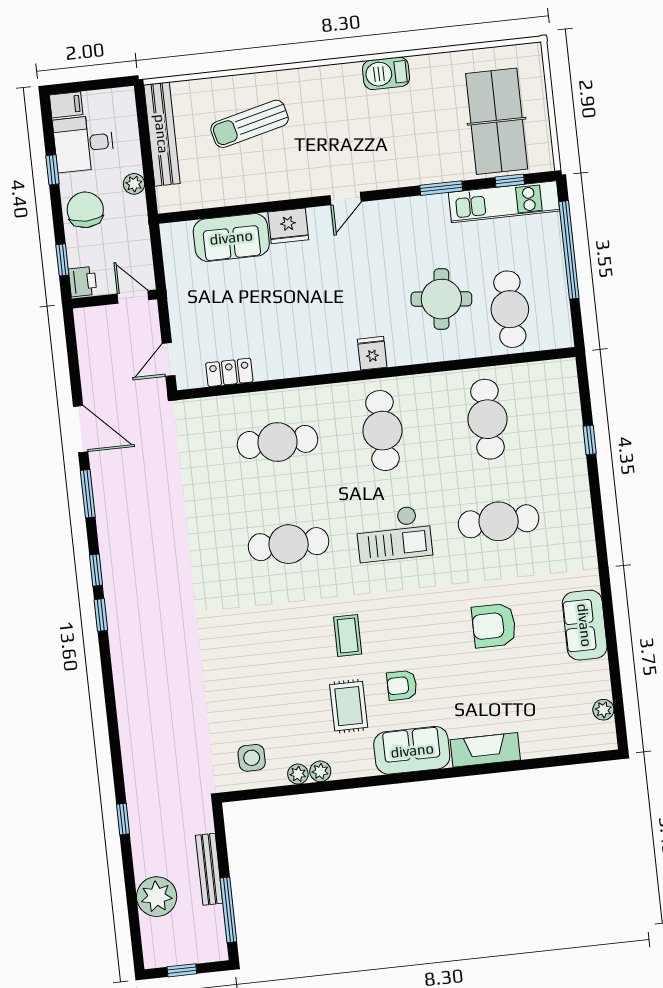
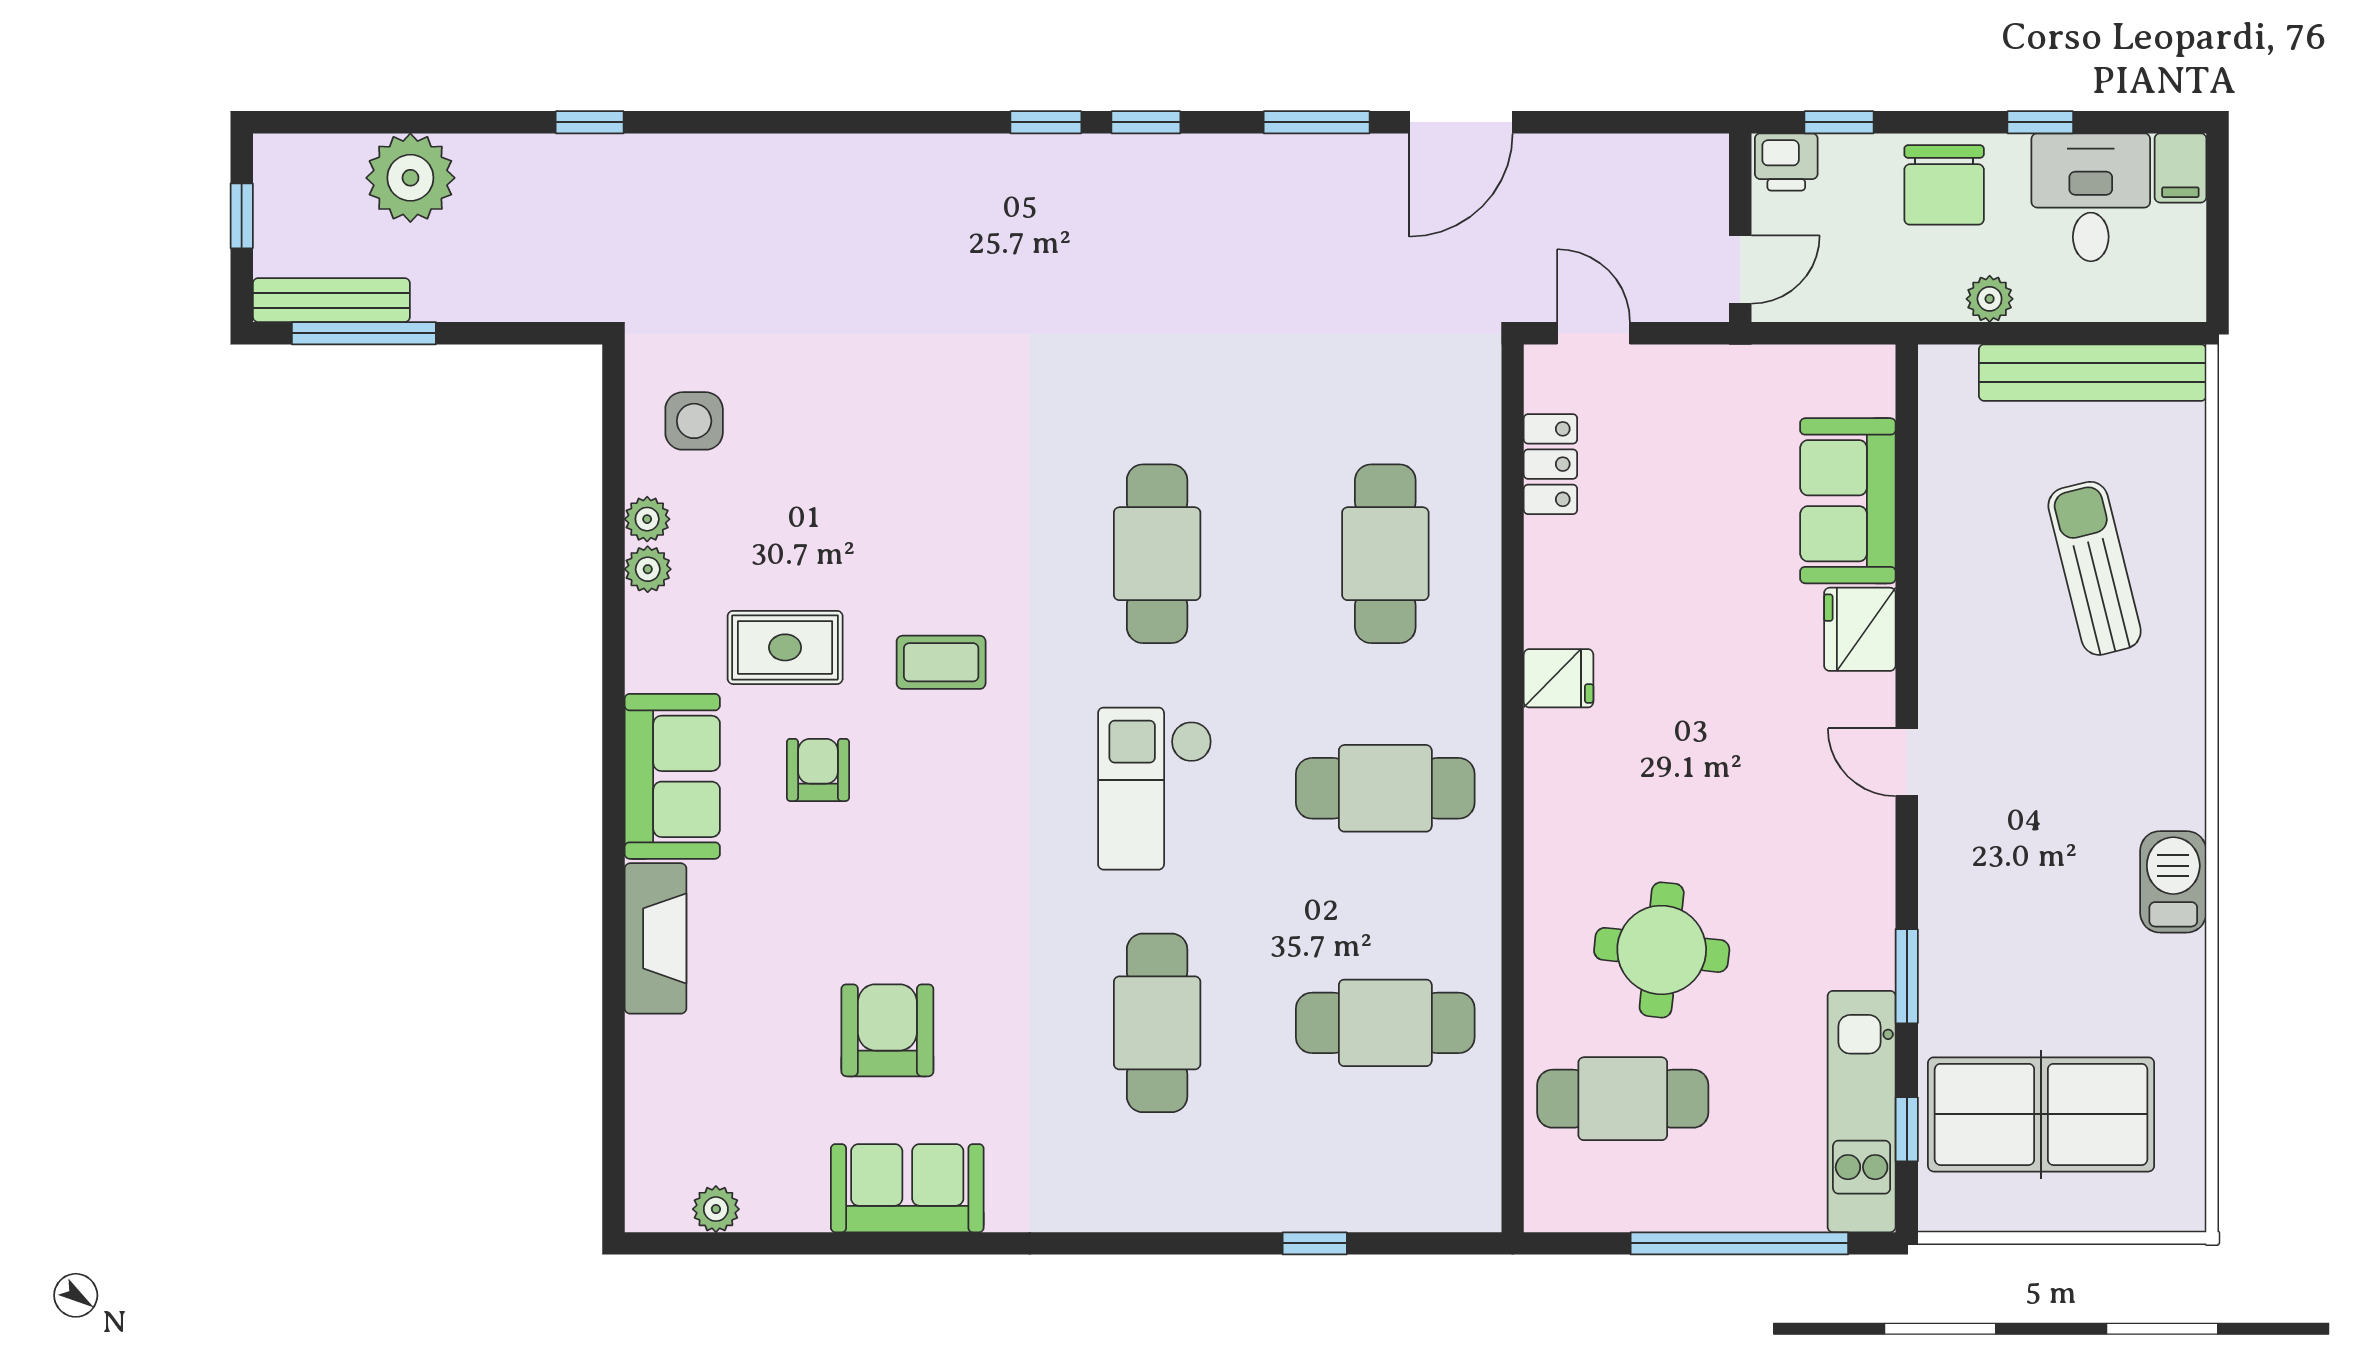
chair: (85, 210) -> (1944, 185), turned 90
fridge: (372, 353) -> (1559, 678), moved
armchair: (494, 625) -> (887, 1030), moved
bench: (209, 869) -> (331, 300), moved

